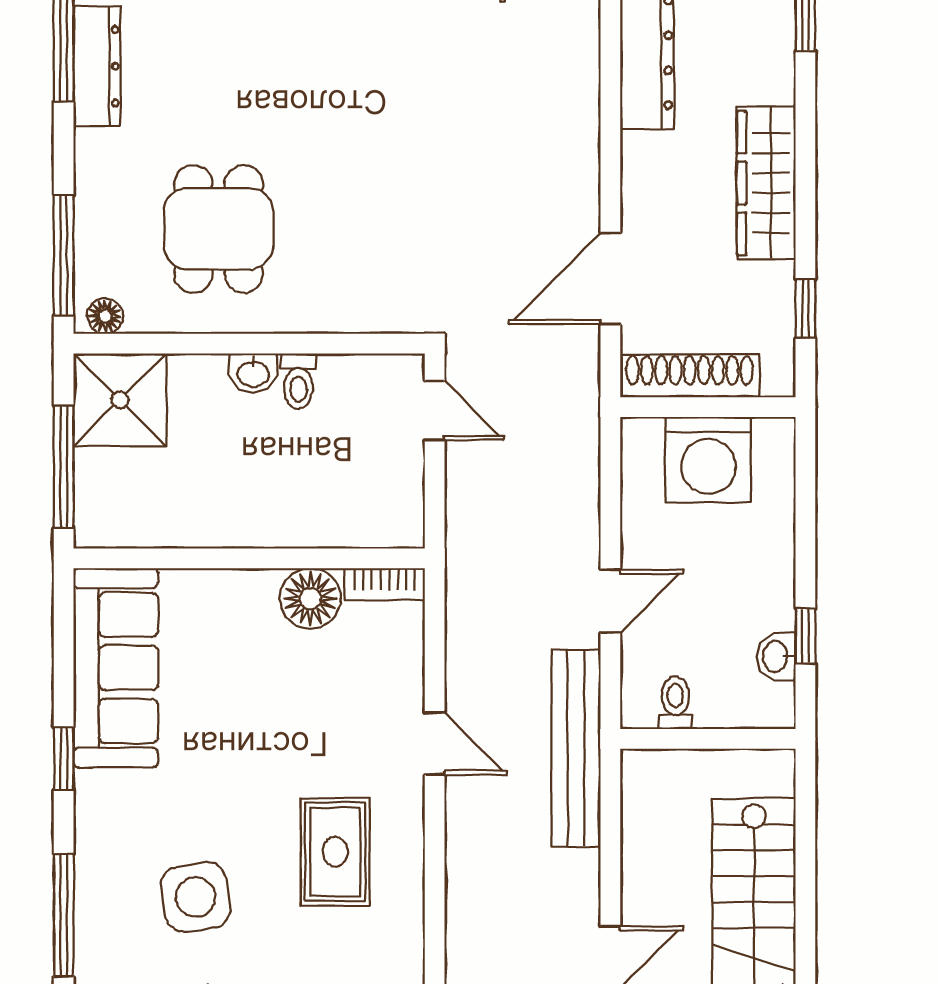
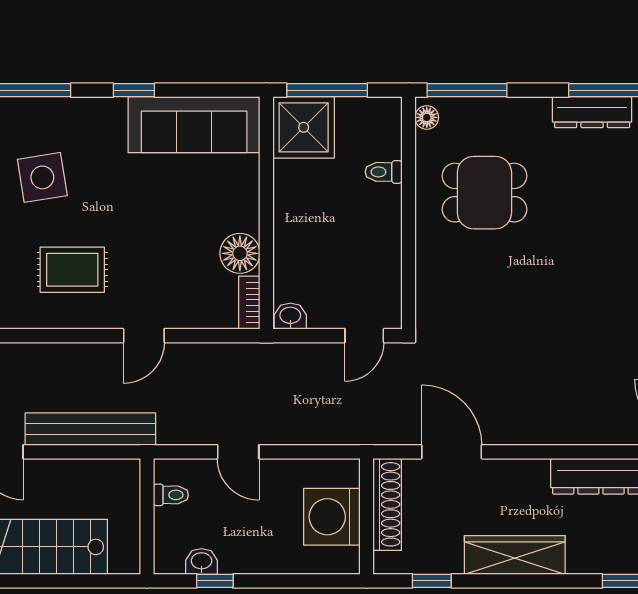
washbasin: (253, 373) -> (290, 316), moved, turned 90
toilet: (299, 381) -> (384, 172), moved
shower: (120, 400) -> (304, 127), moved
bench: (576, 748) -> (90, 429), moved

